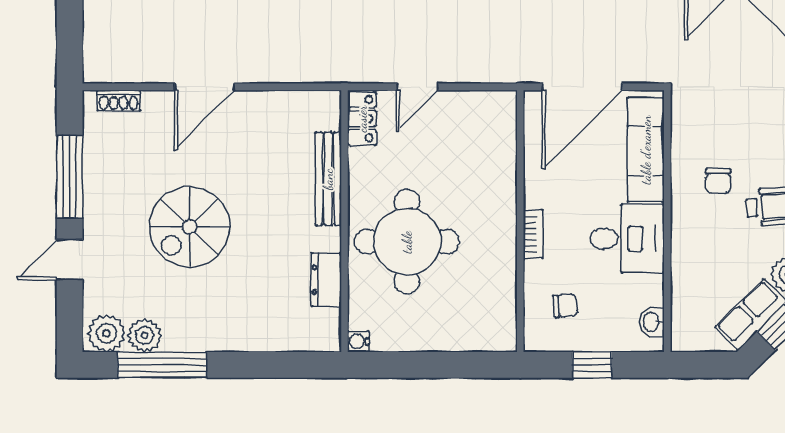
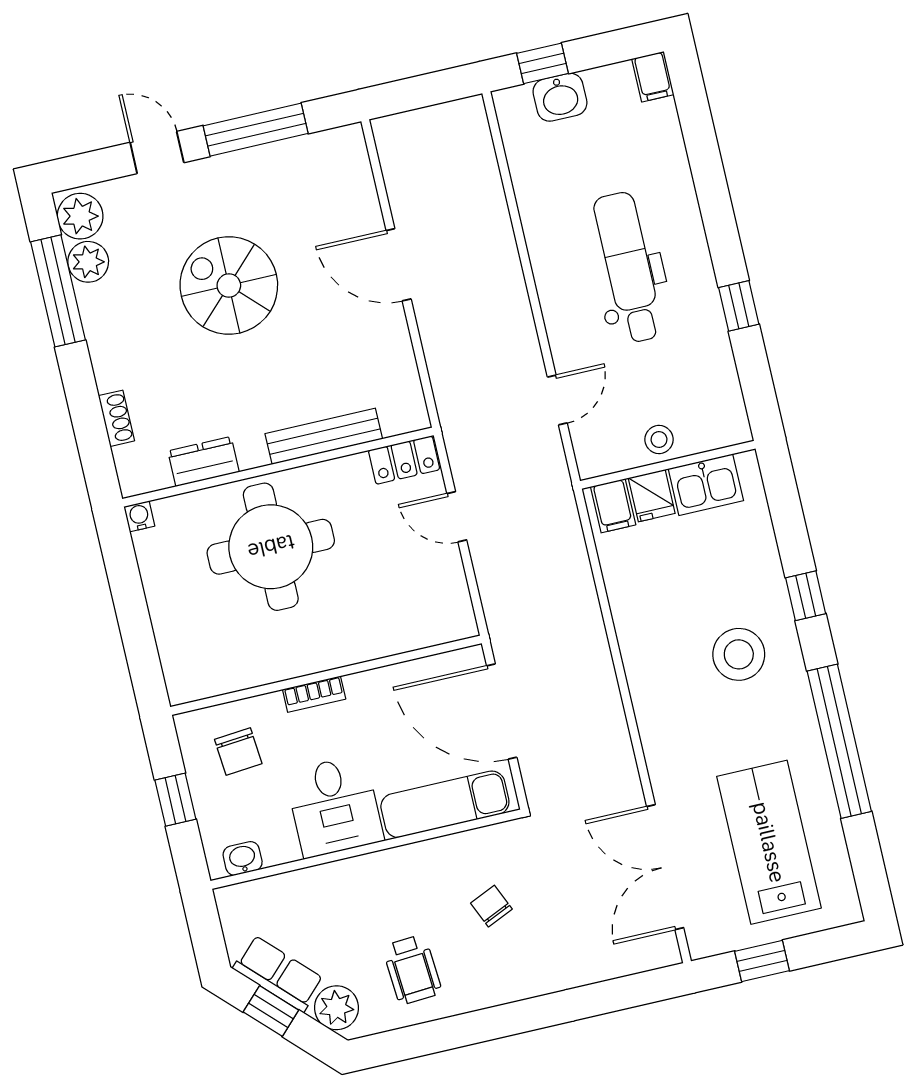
shoe rack: (119, 100) -> (116, 418), moved, turned 180
chair: (718, 181) -> (491, 906), moved, turned 66
chair: (565, 306) -> (238, 752), width x1.37, depth x1.37

